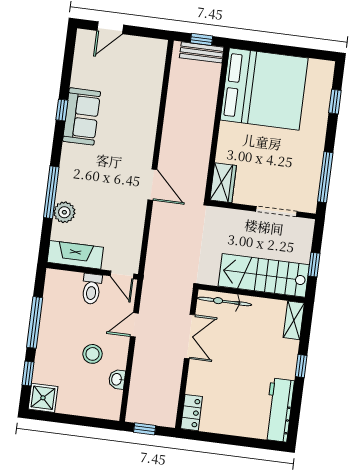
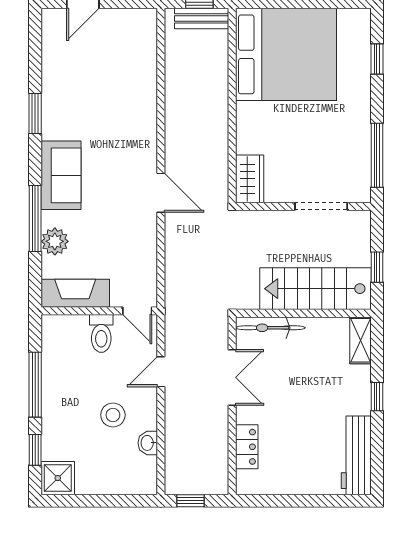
window: (62, 110) -> (35, 113), width x1.50
sofa: (82, 116) -> (61, 175), moved
locker: (192, 413) -> (247, 447), moved

